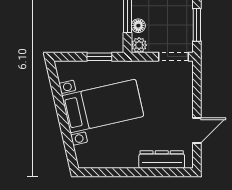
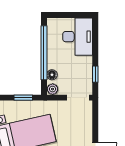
window: (197, 25) -> (95, 74), width x0.67

